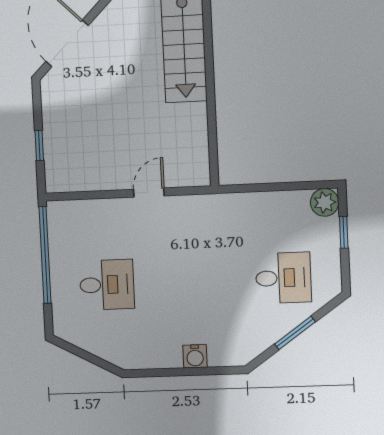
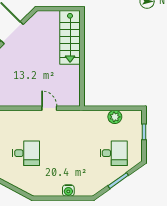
door: (149, 193) -> (49, 108), hinge flipped
plant: (325, 202) -> (115, 117), moved

